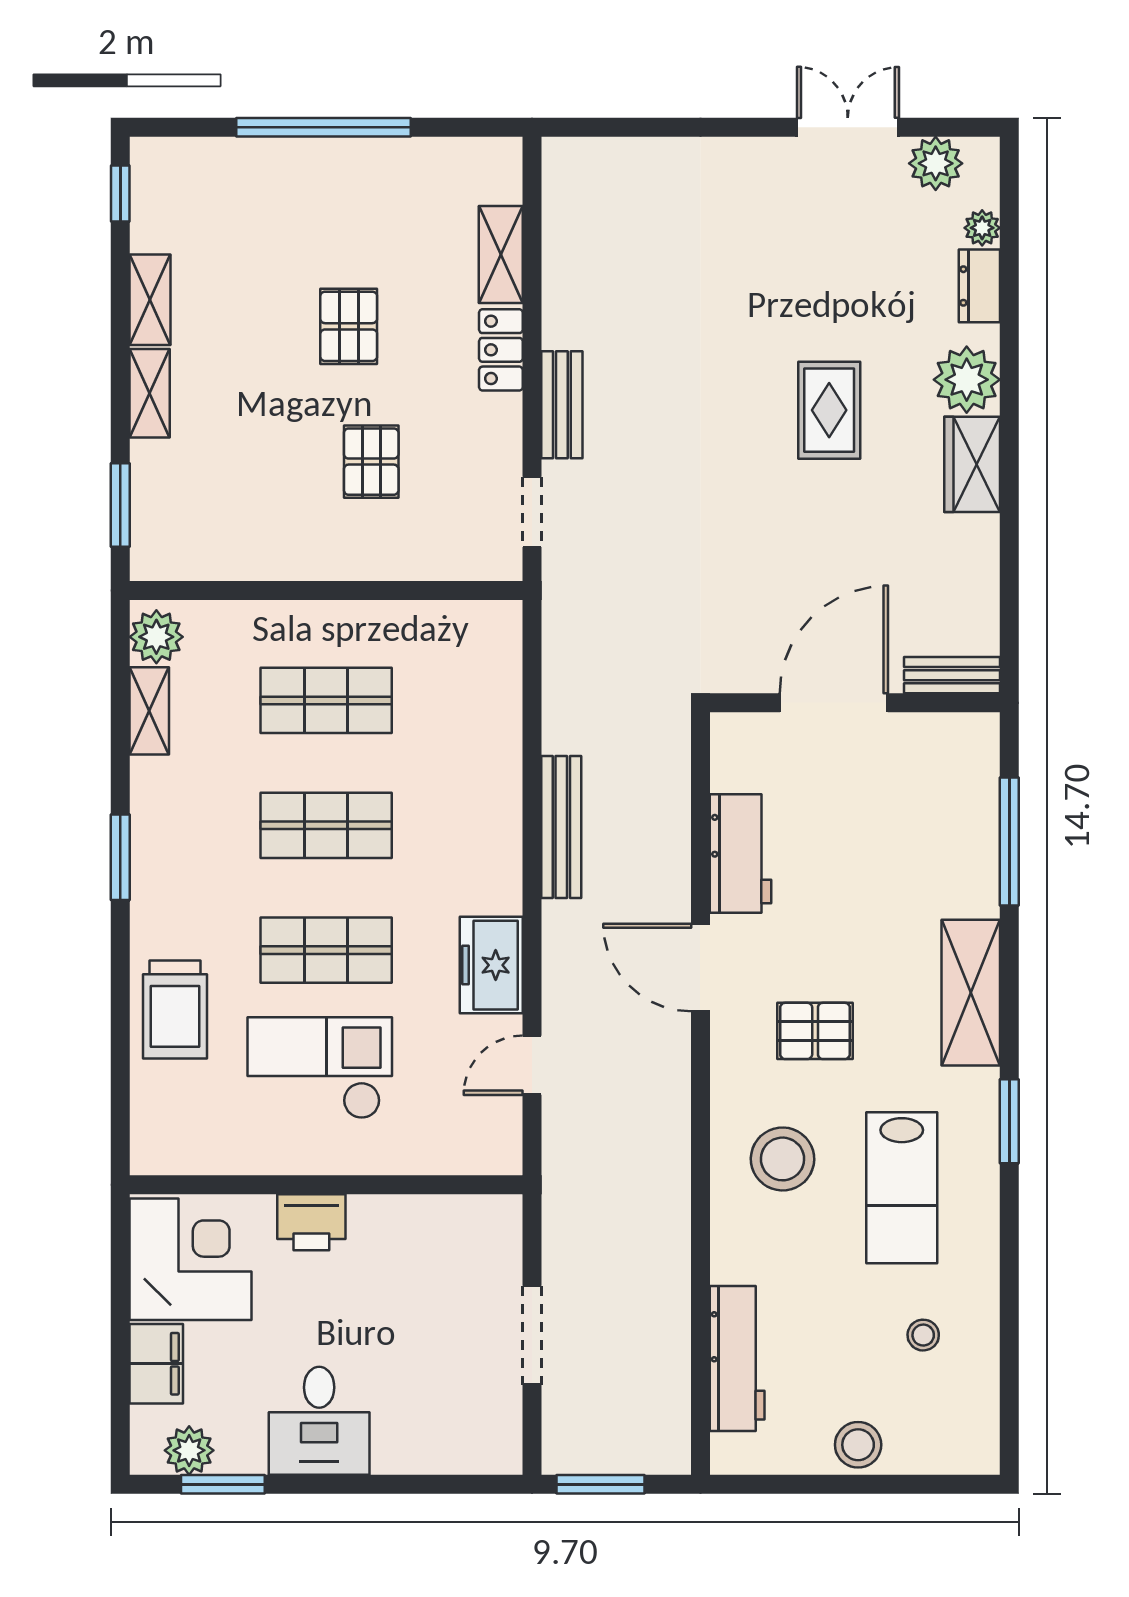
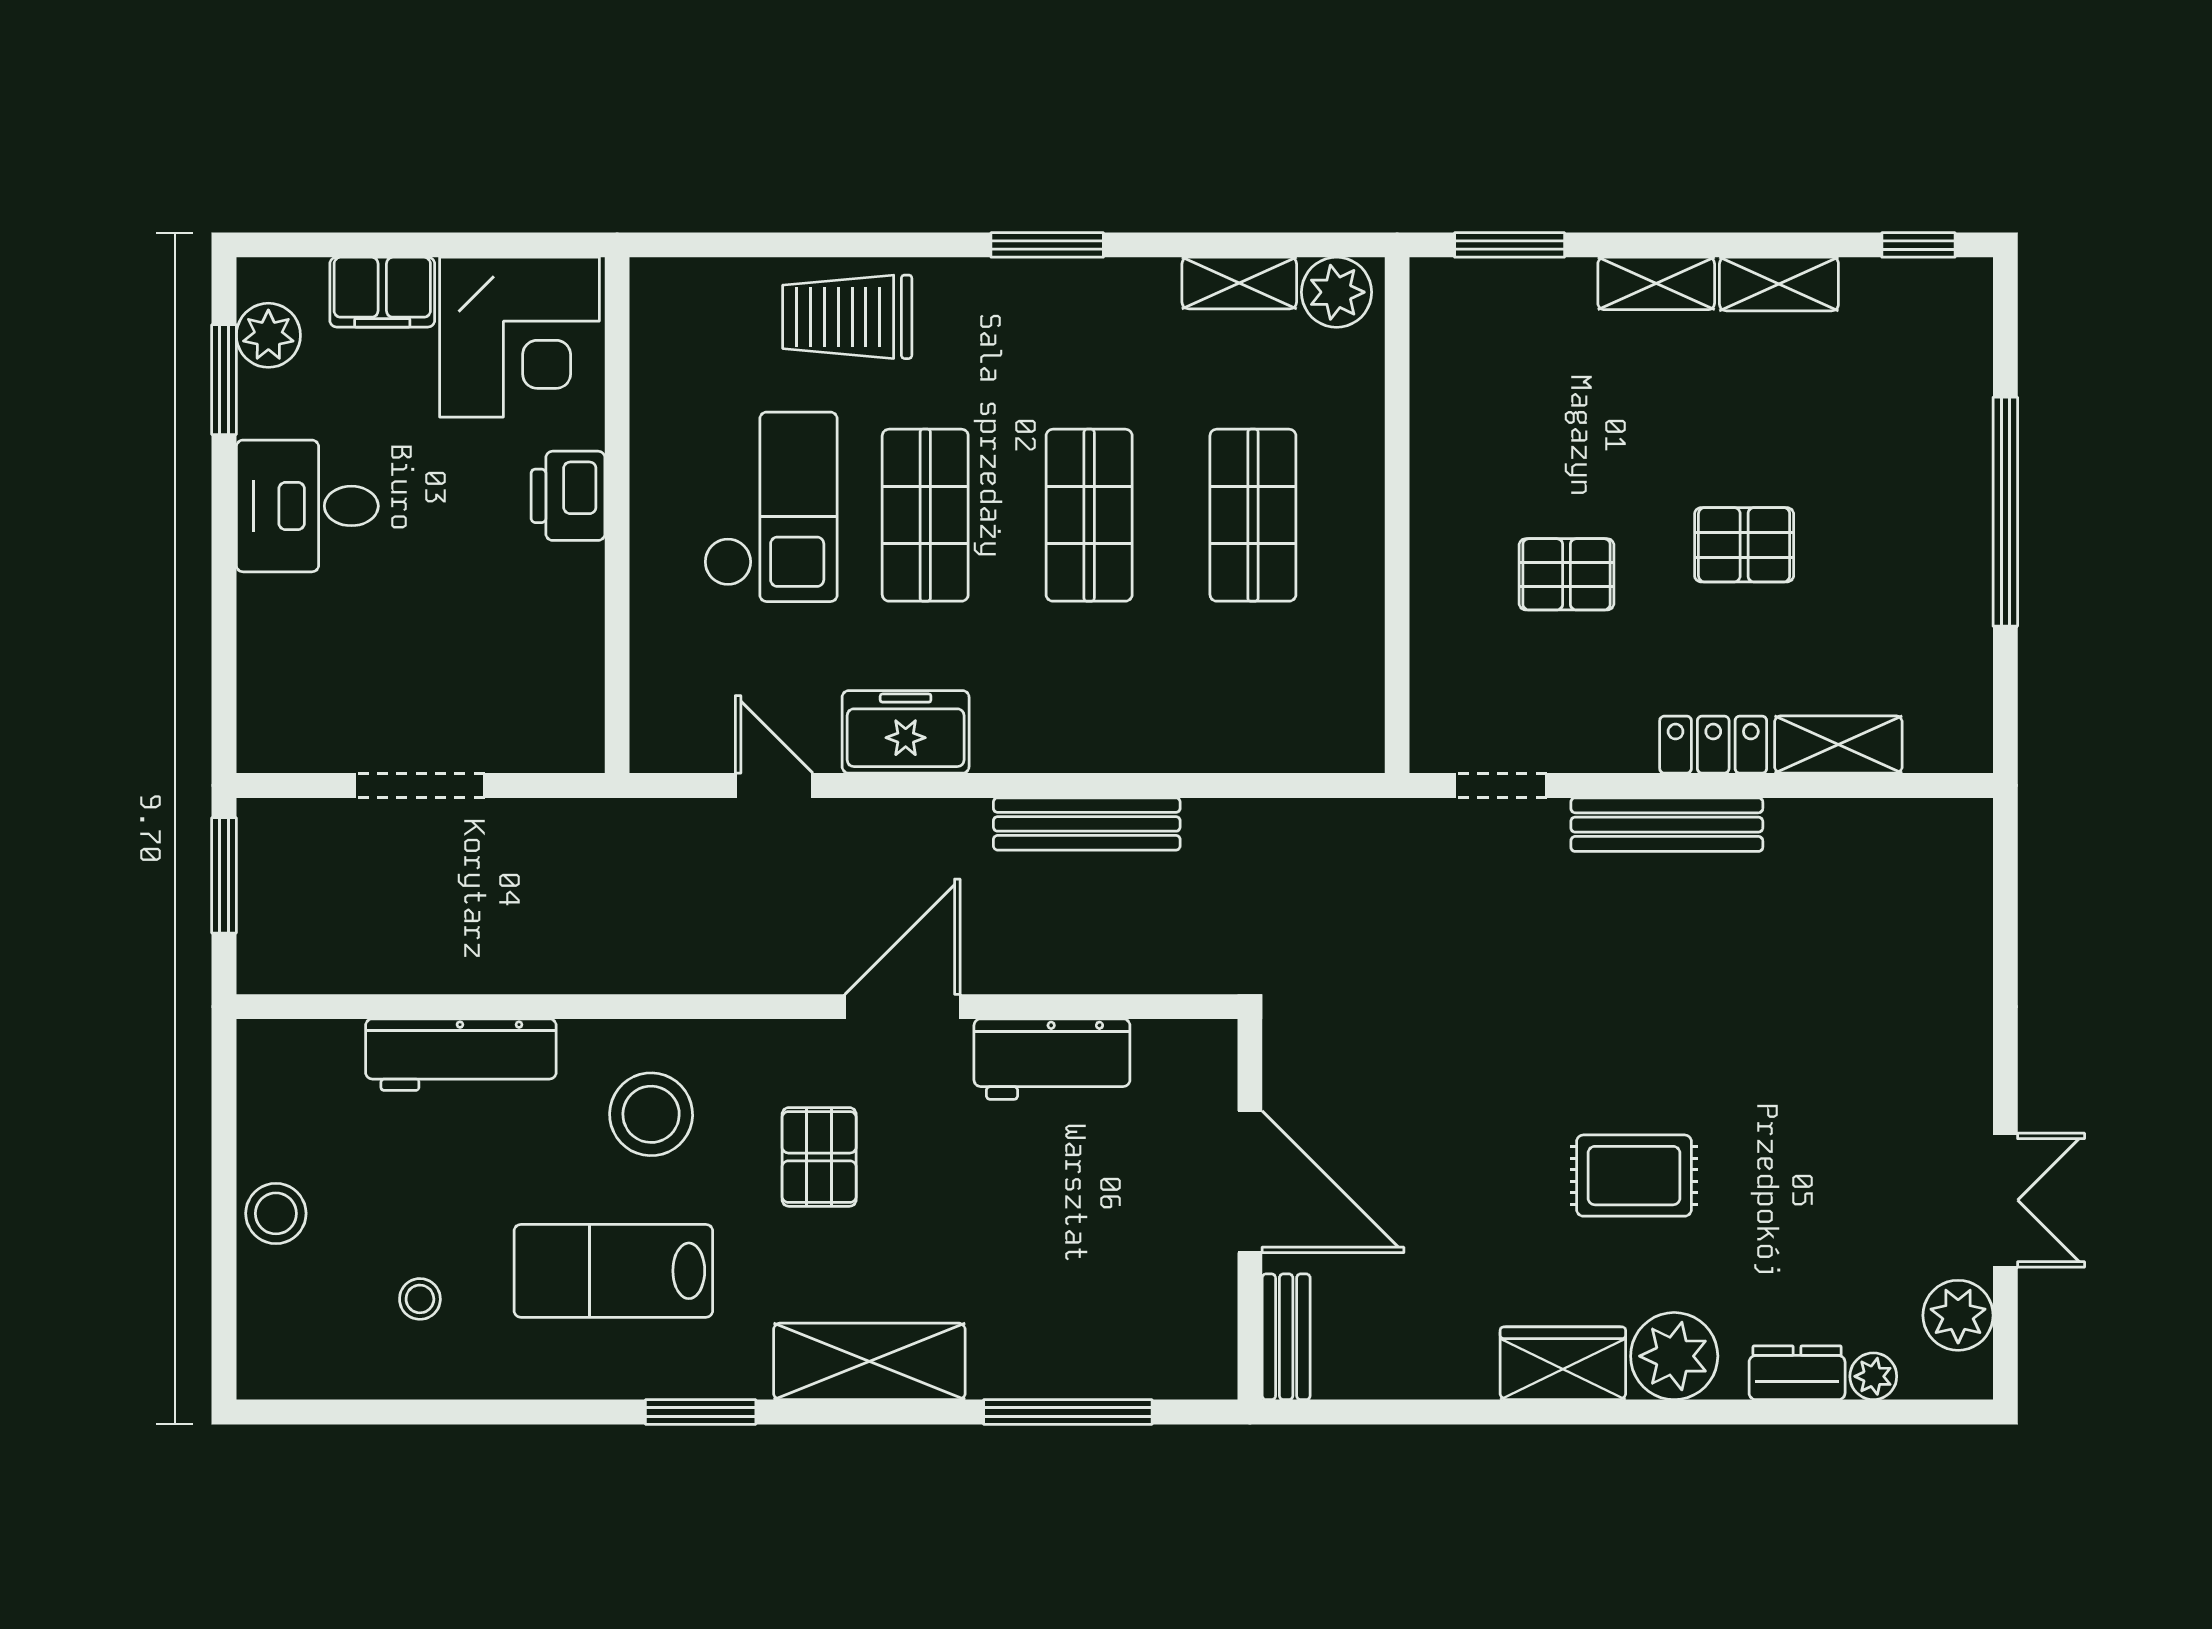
bench: (562, 405) -> (1667, 825), width x1.36
workbench: (737, 1359) -> (461, 1055), moved

